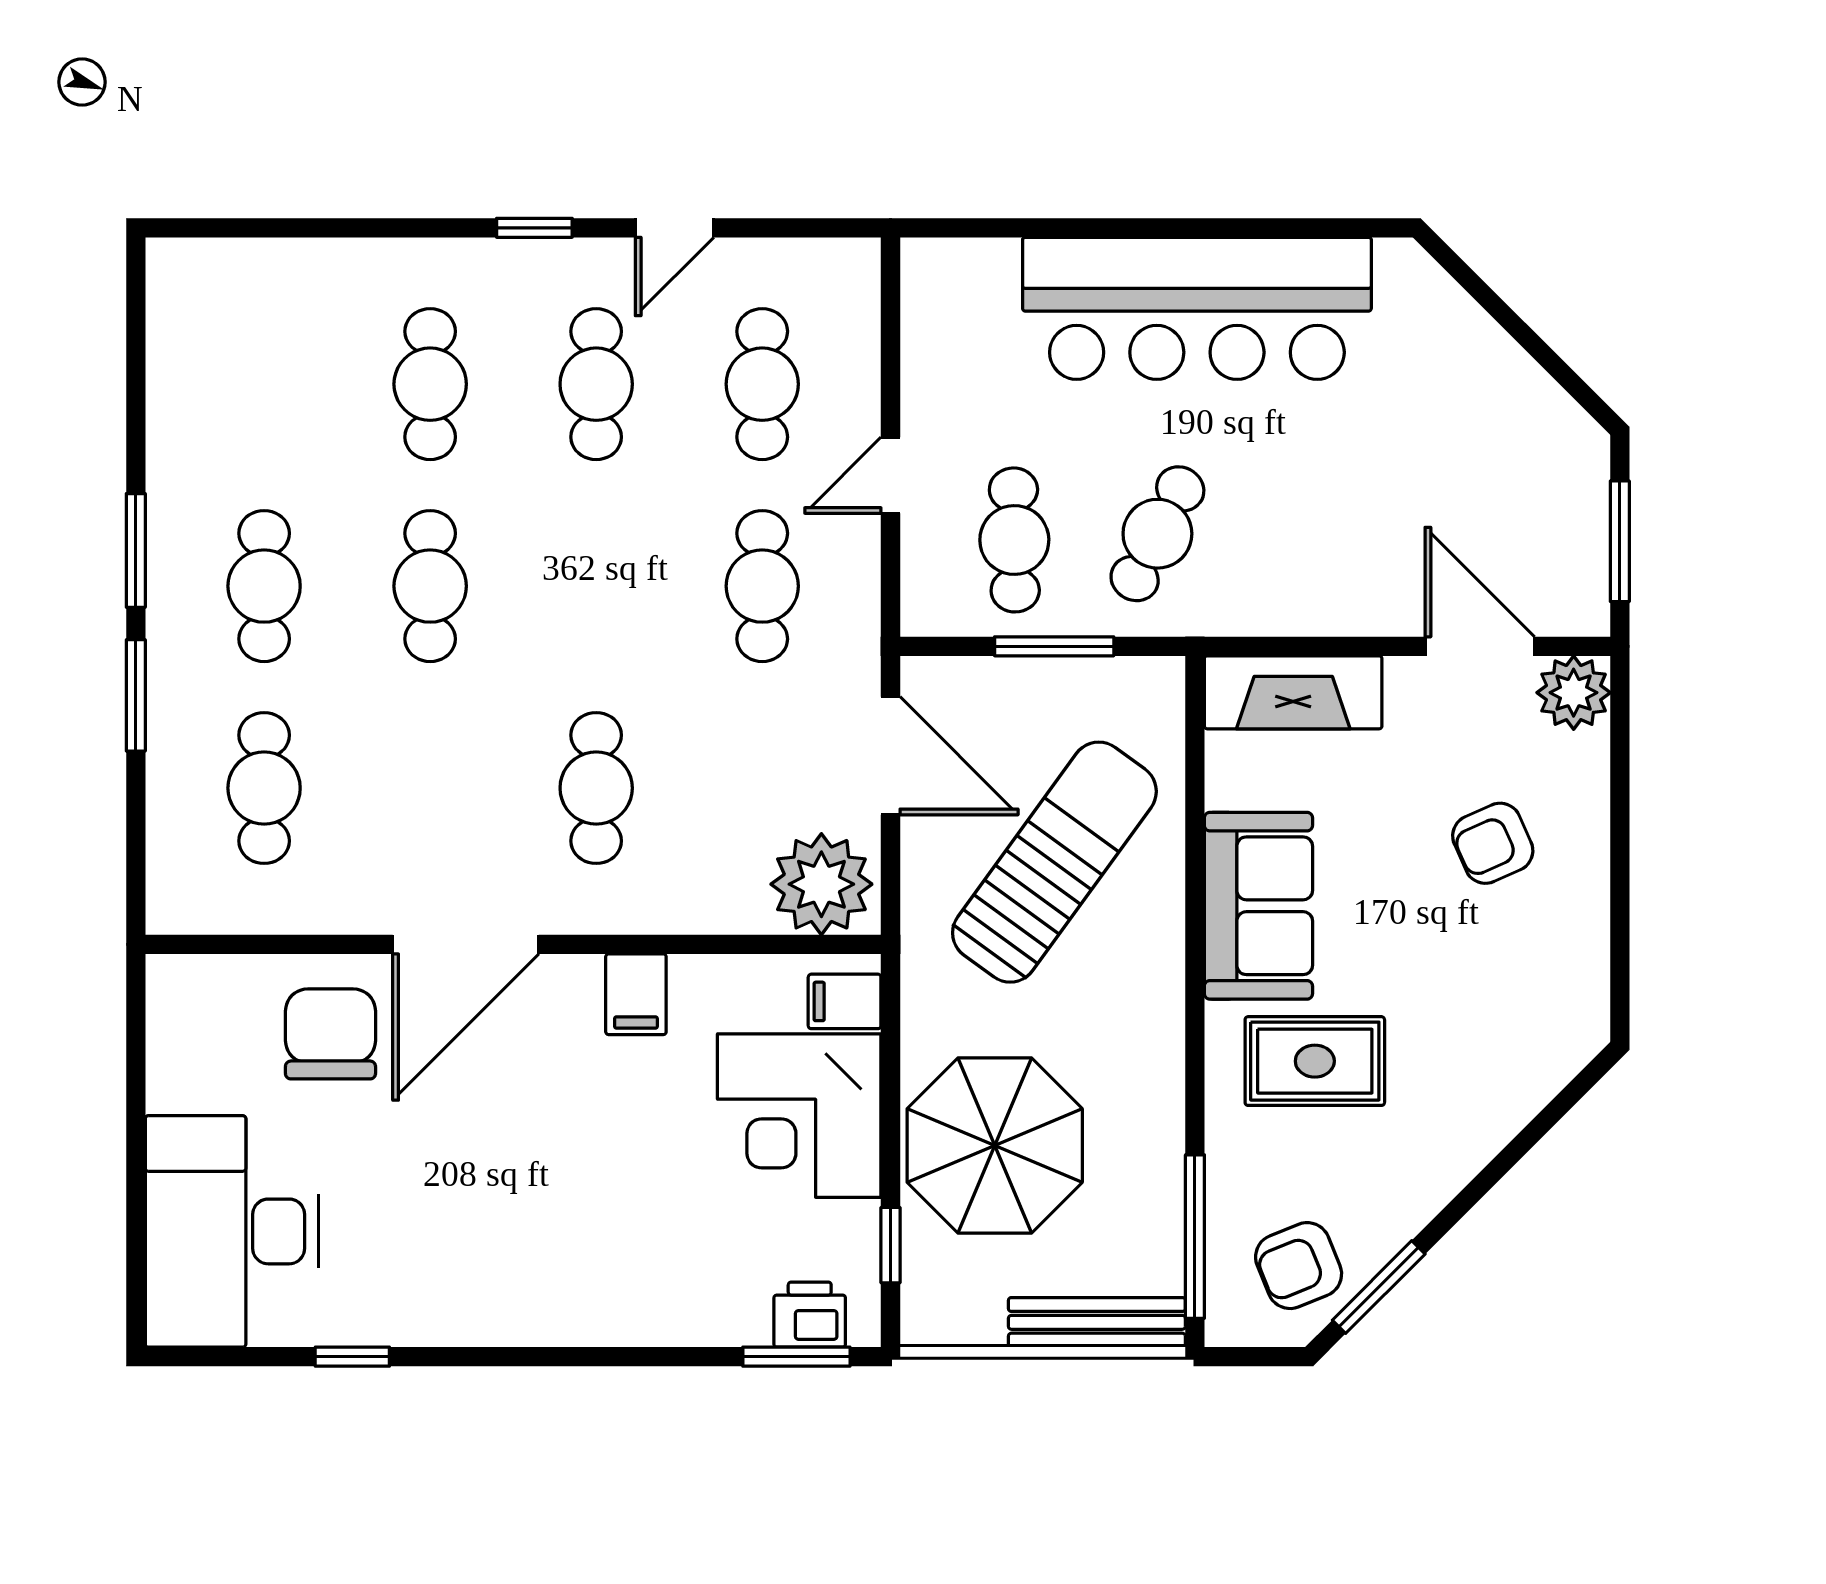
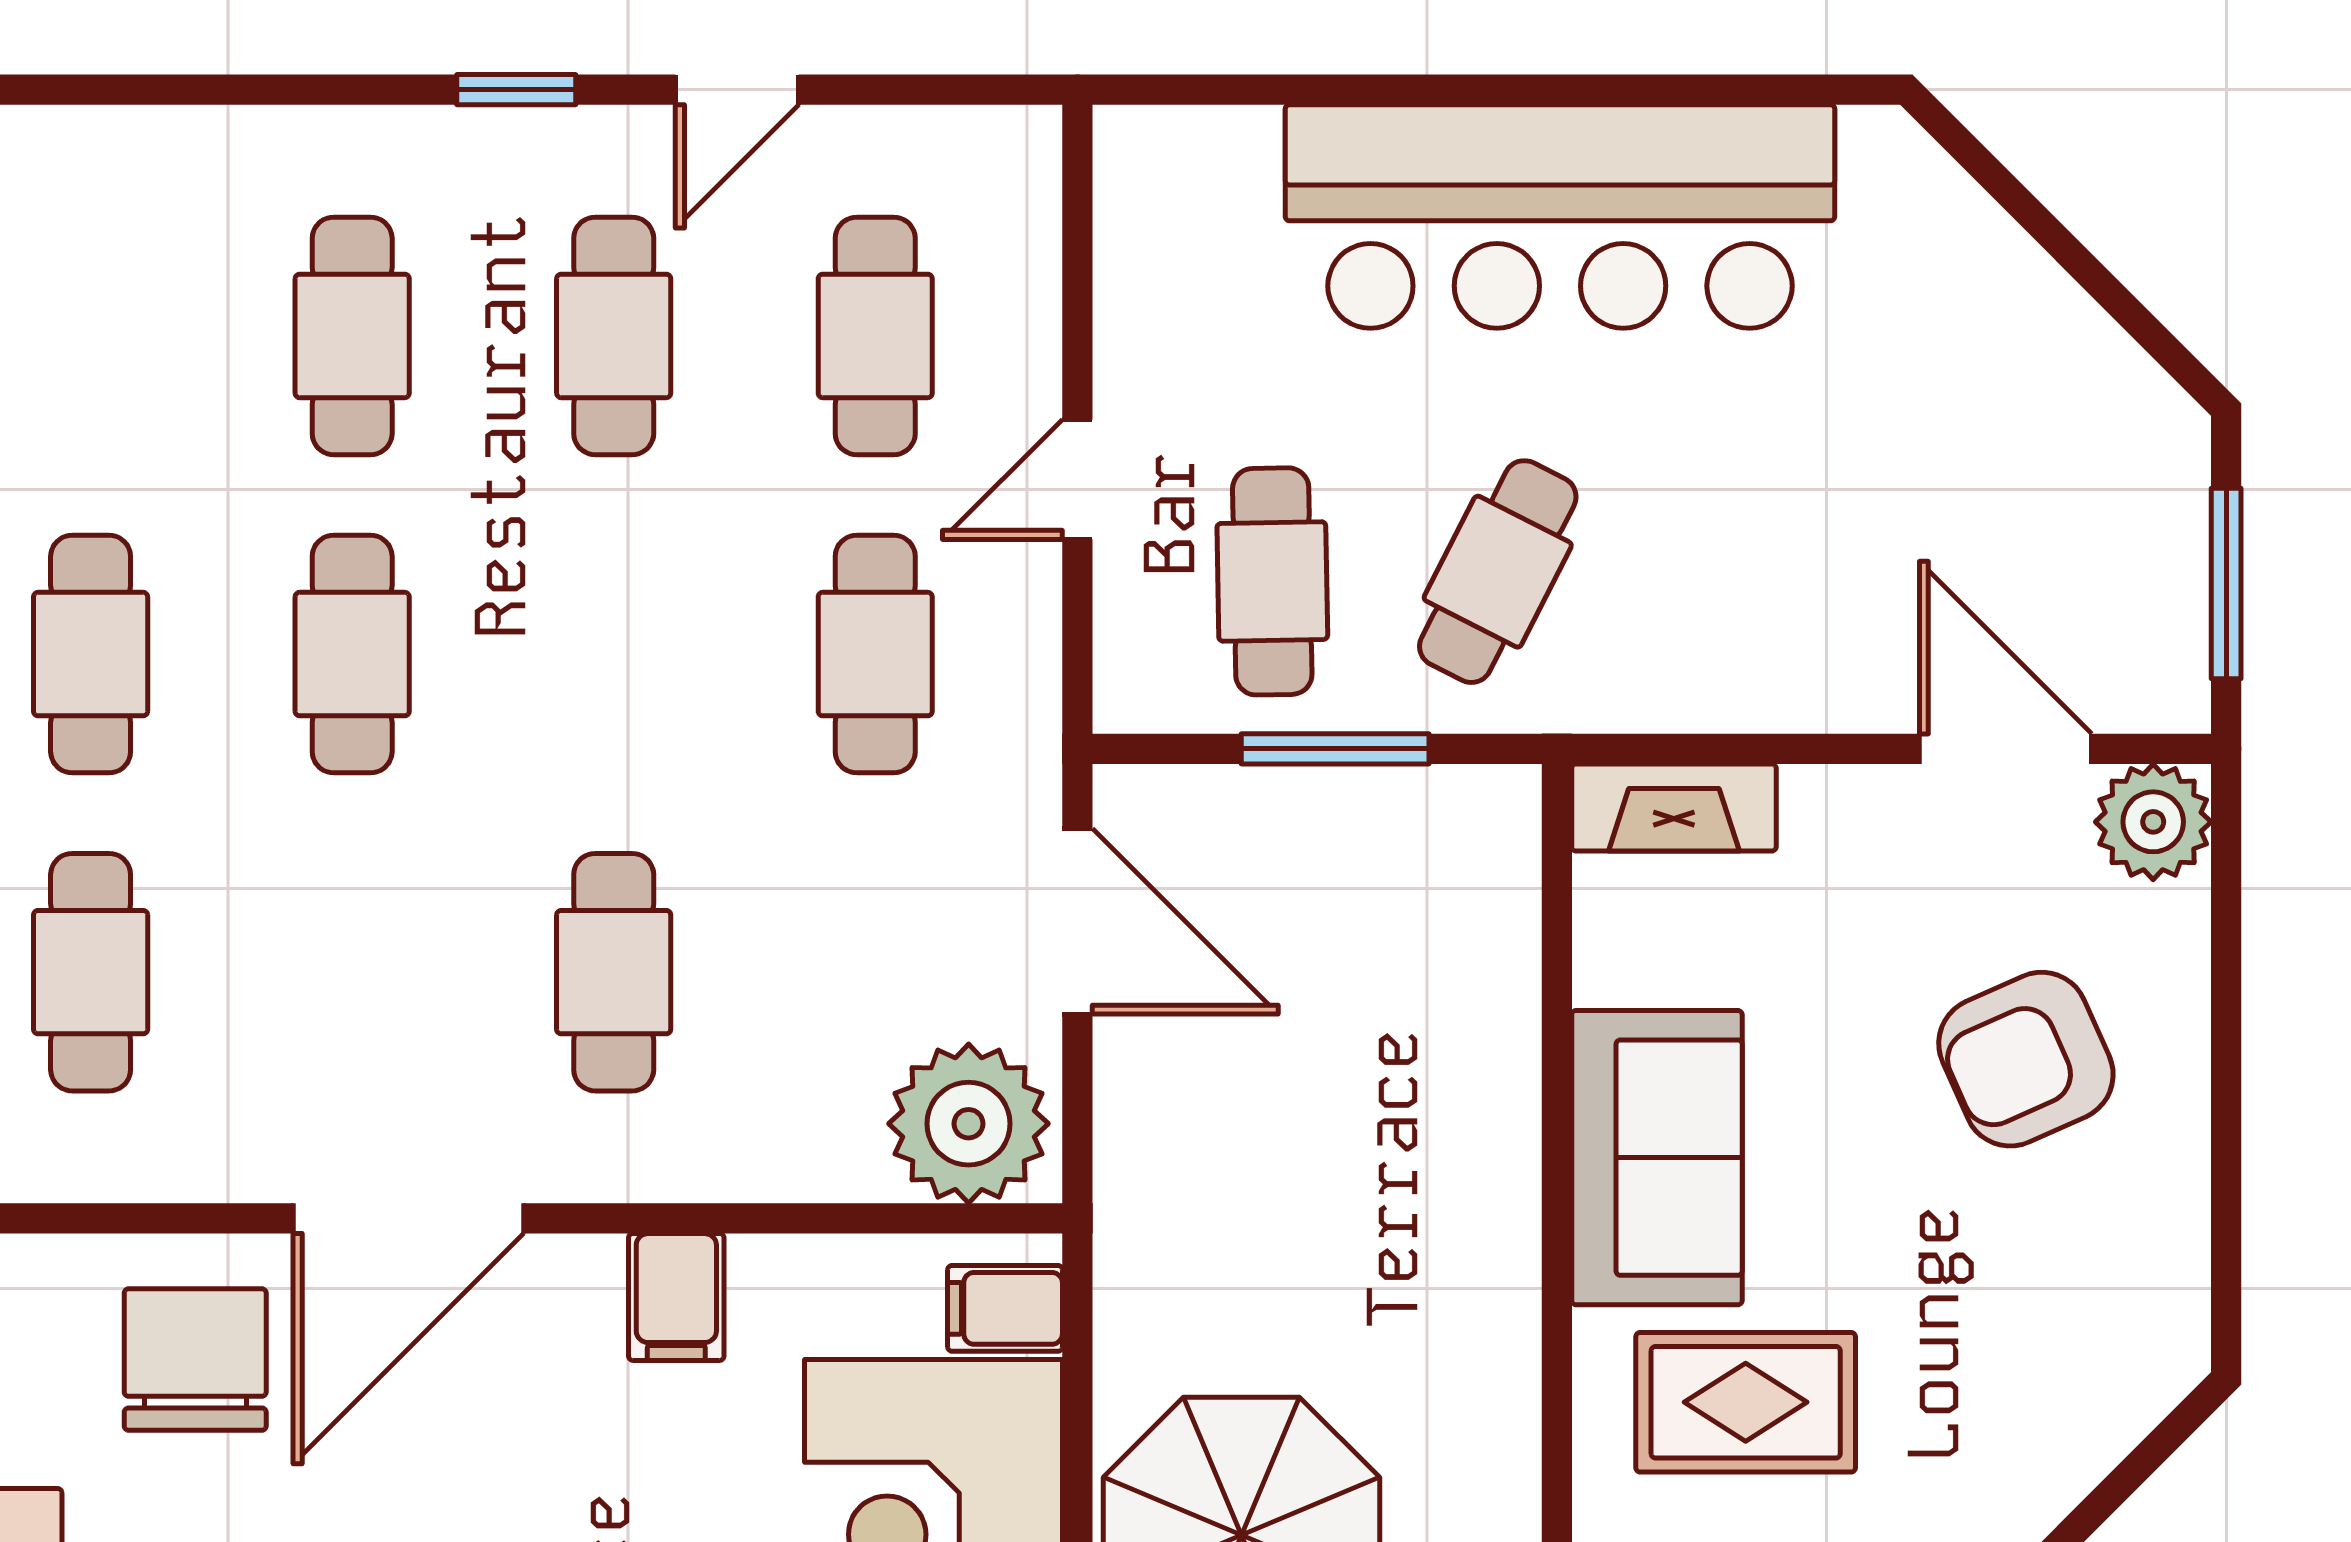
fireplace: (1293, 692) -> (1674, 808), width x0.73, depth x0.76
armchair: (1493, 843) -> (2026, 1059), width x1.38, depth x1.38
sun lounger: (1054, 862) -> (1336, 1089), removed

